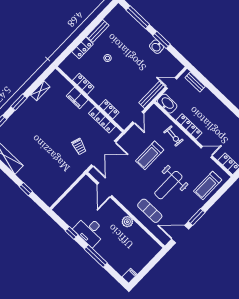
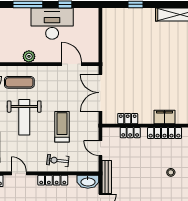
locker: (83, 84) -> (164, 133), width x1.53
locker: (102, 120) -> (128, 119), width x0.66
trolley: (79, 147) -> (126, 79), removed
door: (207, 152) -> (19, 173), swing flipped
weight bench: (168, 185) -> (24, 117), turned 180
desk: (90, 231) -> (52, 24), width x1.36, depth x1.30

